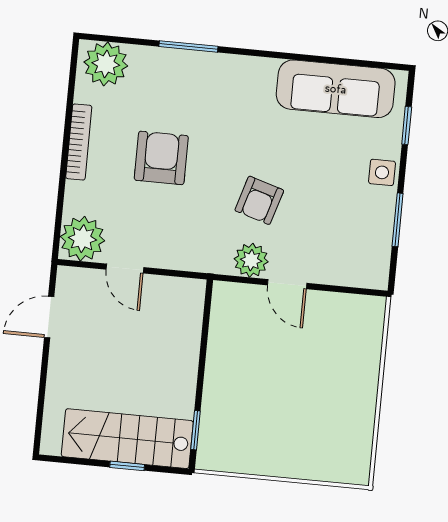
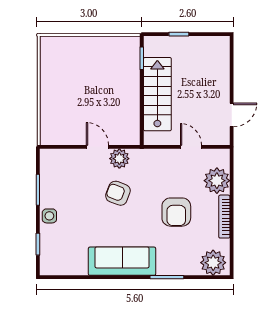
sofa: (336, 89) -> (122, 261), moved
armchair: (259, 200) -> (118, 193), turned -86
plant: (82, 239) -> (217, 181), moved
stairs: (127, 439) -> (157, 94), moved, turned -90

